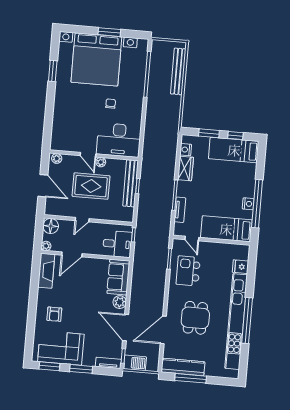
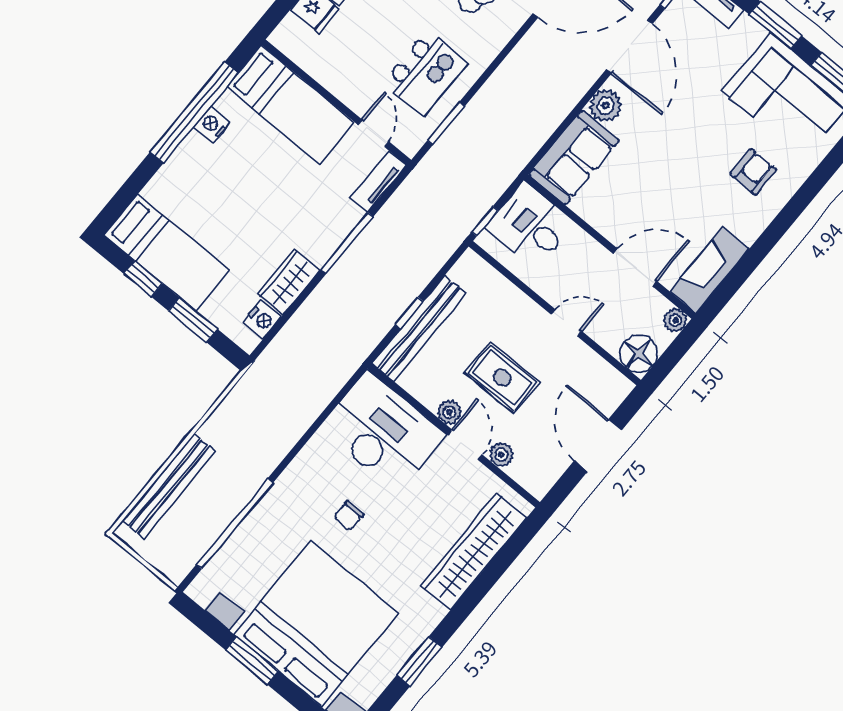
wardrobe: (60, 121) -> (474, 552), added
plant: (57, 158) -> (501, 455), moved
rug: (91, 186) -> (502, 378), width x0.73, depth x0.70
tv unit: (180, 210) -> (379, 181), moved

